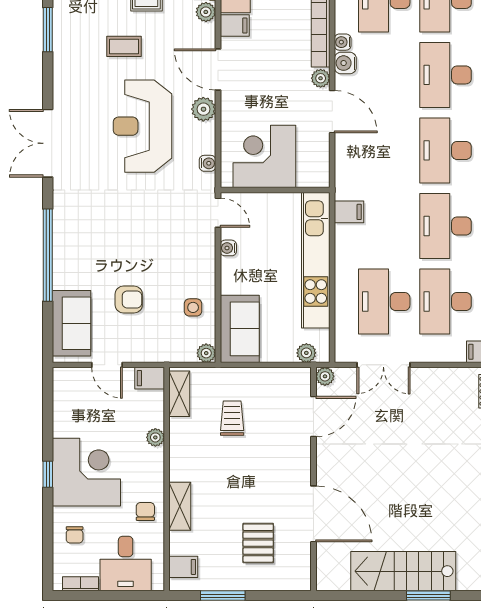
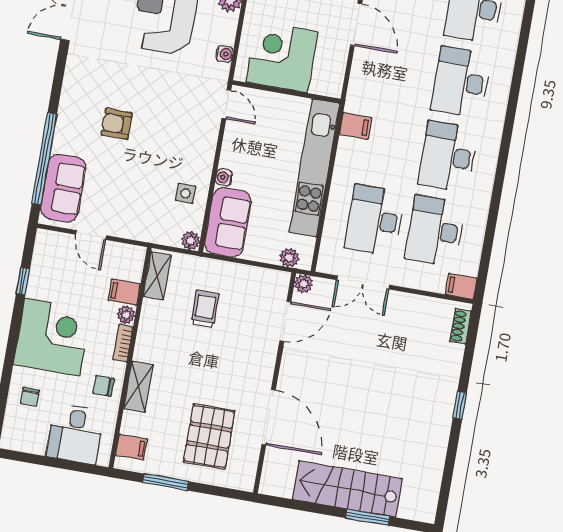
water cooler: (228, 248) -> (224, 178), moved
window: (48, 255) -> (44, 159), moved
armchair: (129, 300) -> (117, 124), moved, turned 180
filing cabinet: (150, 378) -> (124, 292), moved
window: (48, 474) -> (23, 281), moved
chair: (145, 512) -> (104, 386), turned -90
pallet: (258, 543) -> (209, 436), width x1.50, depth x1.42
bookcase: (80, 584) -> (123, 343), moved, turned -90

